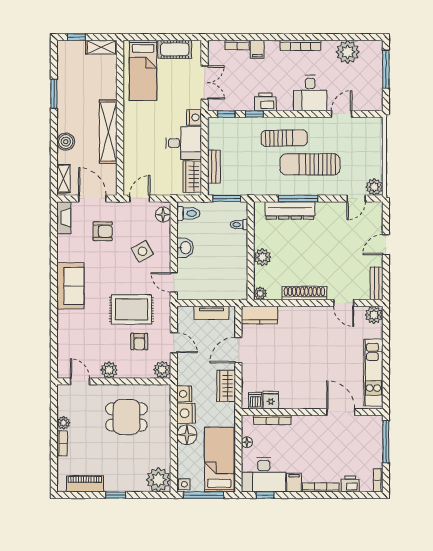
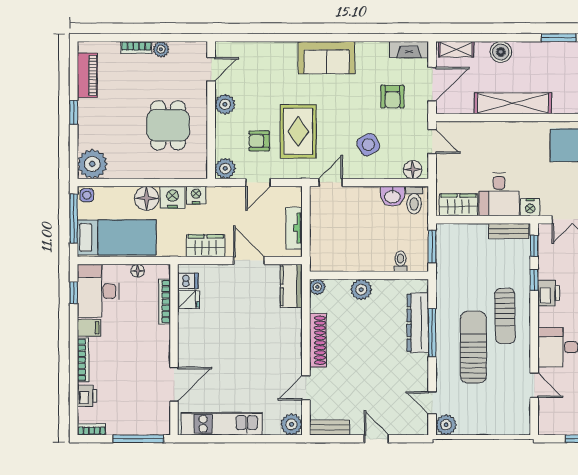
bench: (214, 167) -> (509, 231), moved
washbasin: (185, 248) -> (392, 196), moved

